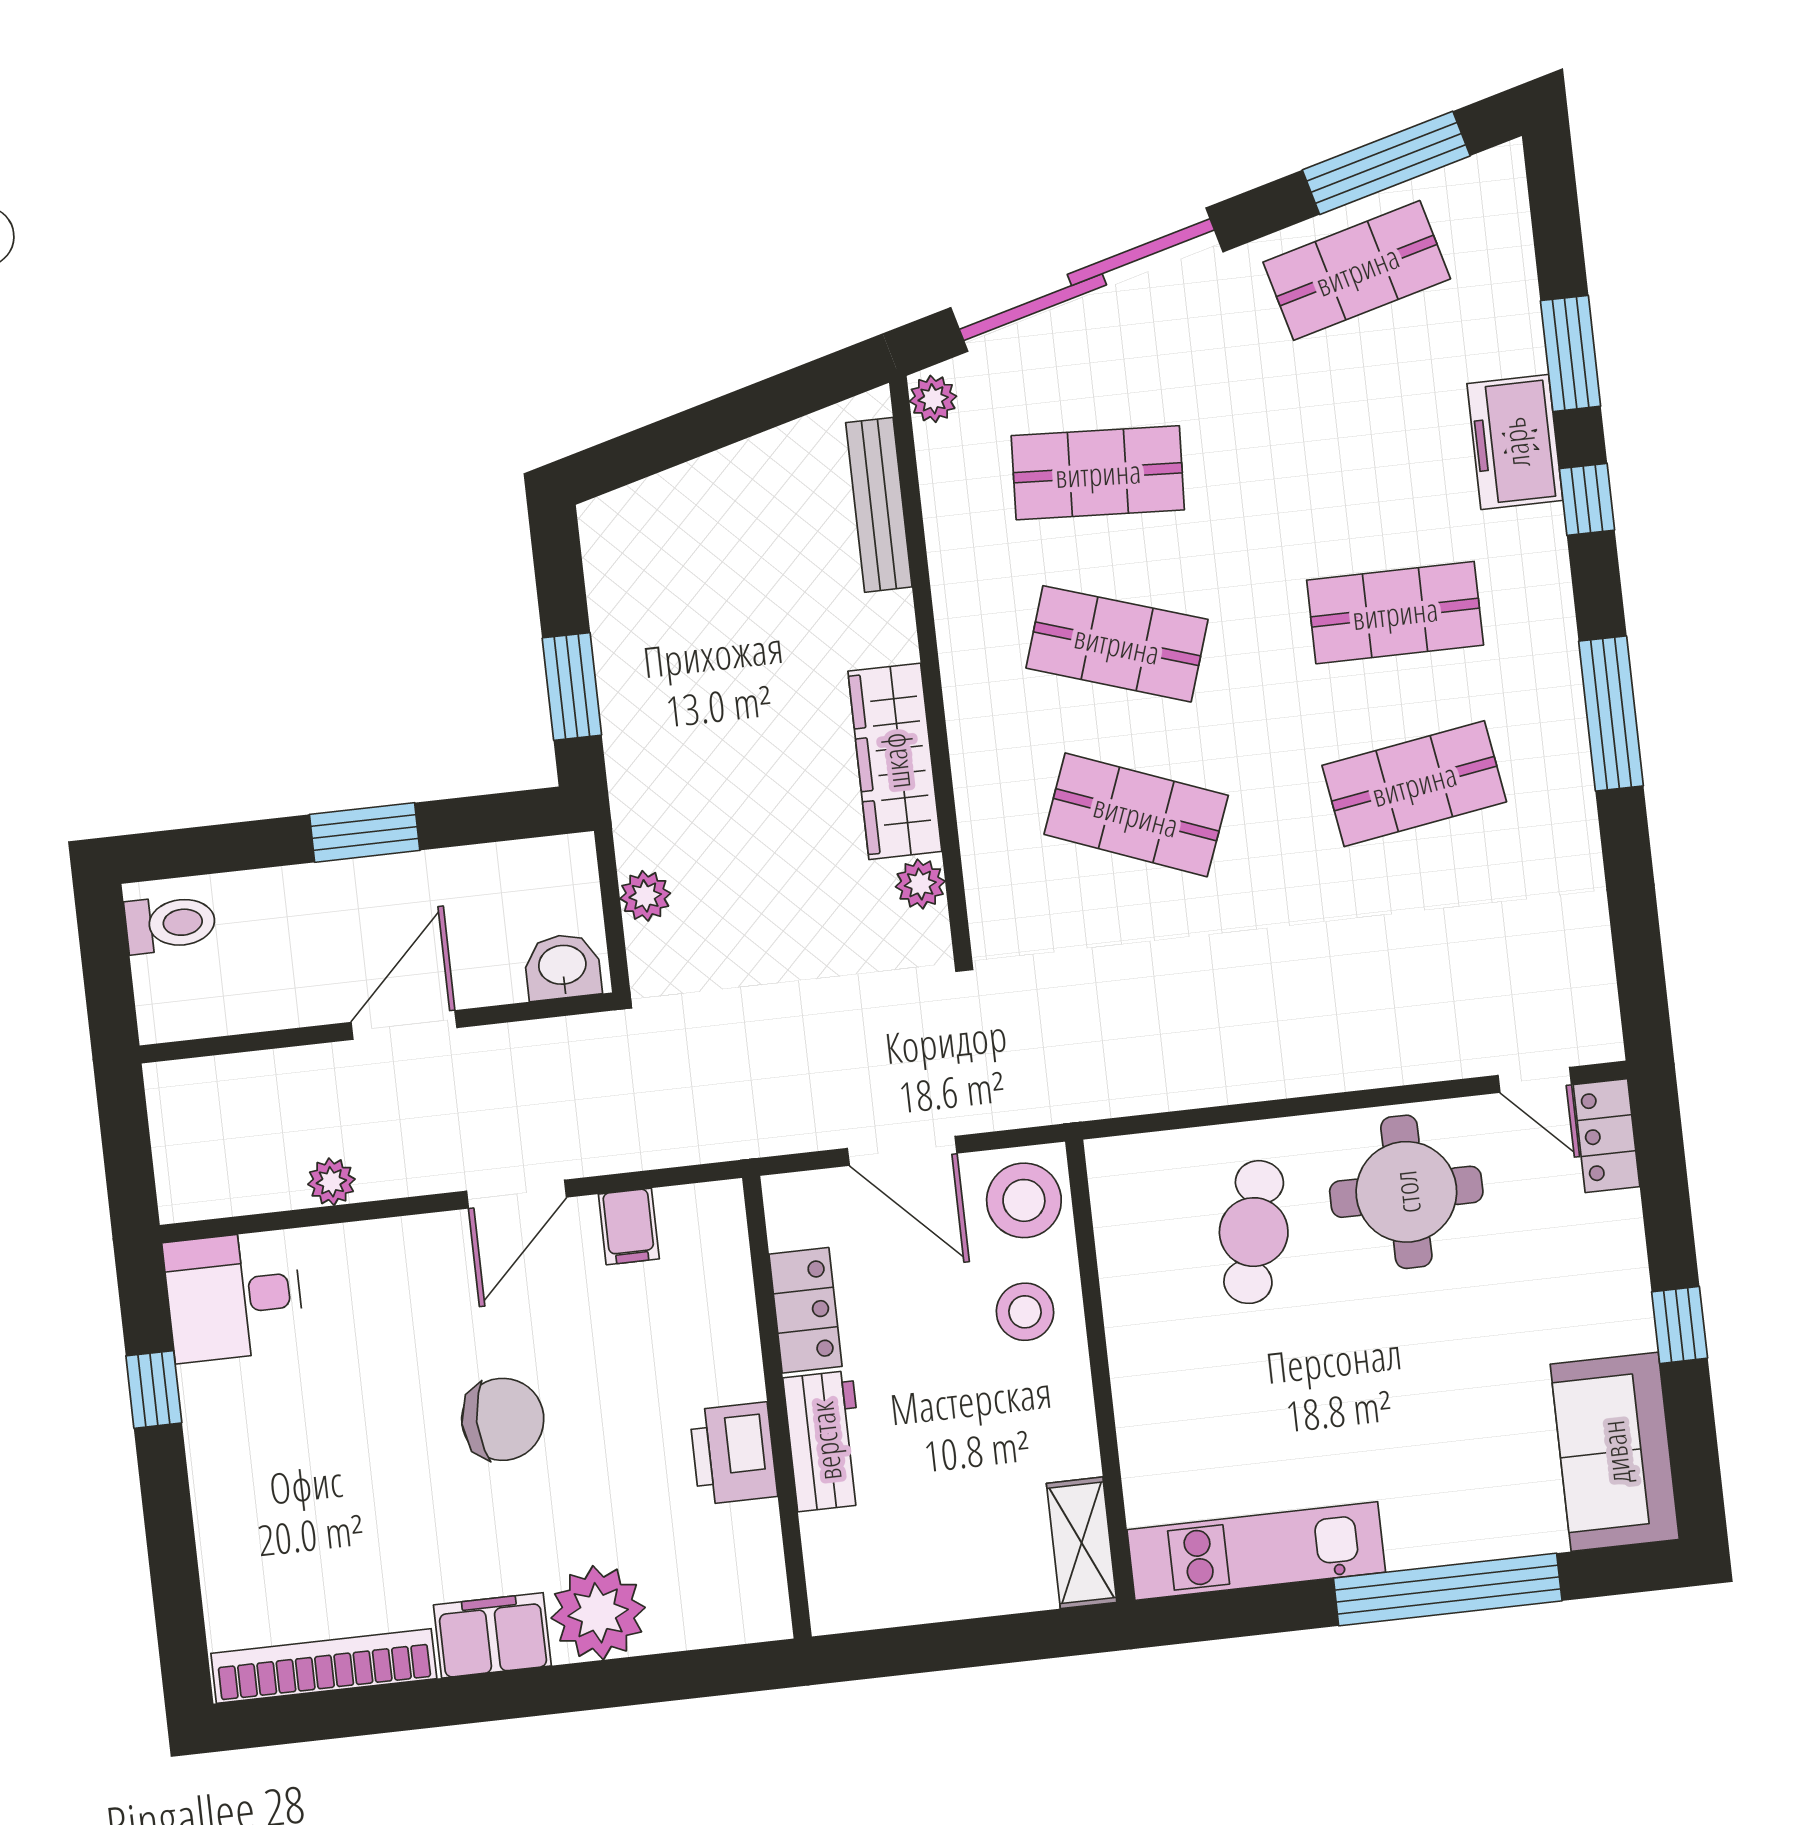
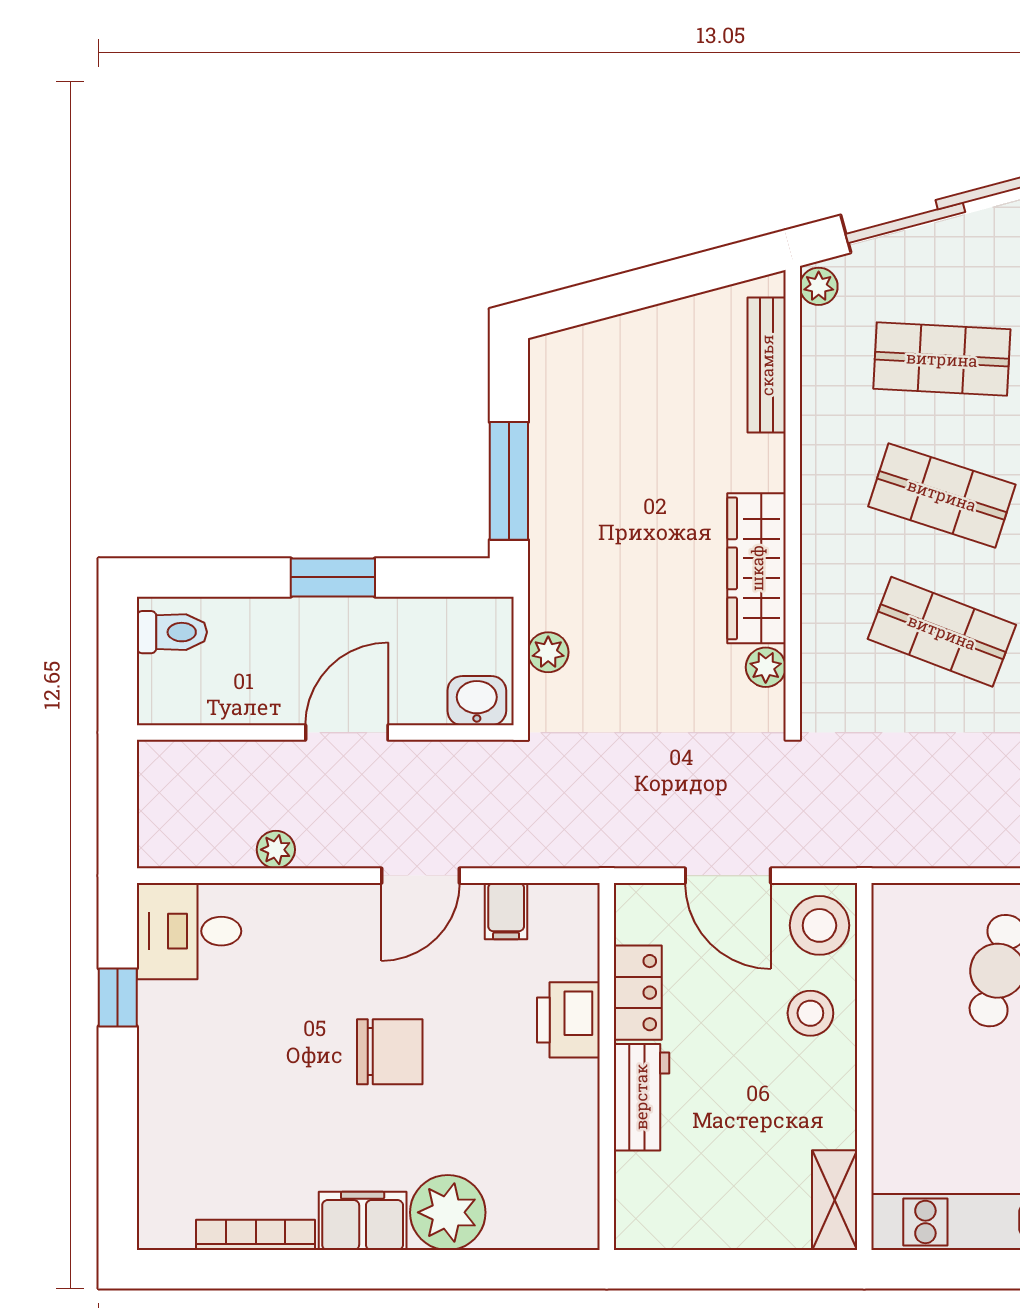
window: (572, 687) -> (509, 481), width x1.44
printer: (733, 1453) -> (568, 1020), moved
bookcase: (324, 1666) -> (256, 1235), width x0.68, depth x0.76

